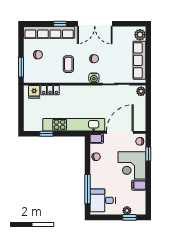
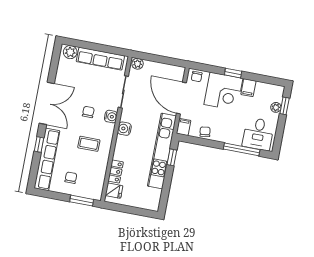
water cooler: (86, 91) -> (124, 129), added
window: (46, 134) -> (172, 157), moved
window: (148, 154) -> (233, 73), moved

